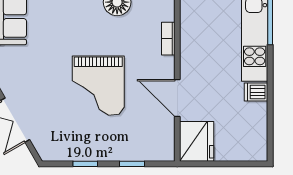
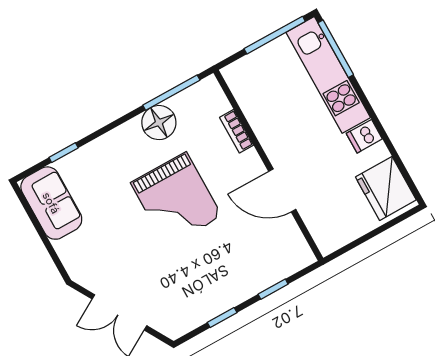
grand piano: (98, 86) -> (176, 199), moved
fridge: (197, 141) -> (386, 188), moved, turned 180

